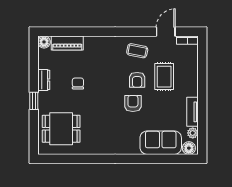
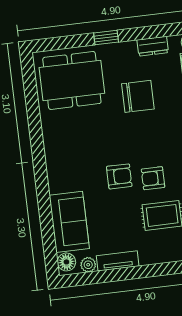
dresser: (44, 80) -> (153, 46), moved
chair: (78, 83) -> (138, 96), width x1.87, depth x1.87
dining table: (61, 129) -> (72, 80), width x1.37

